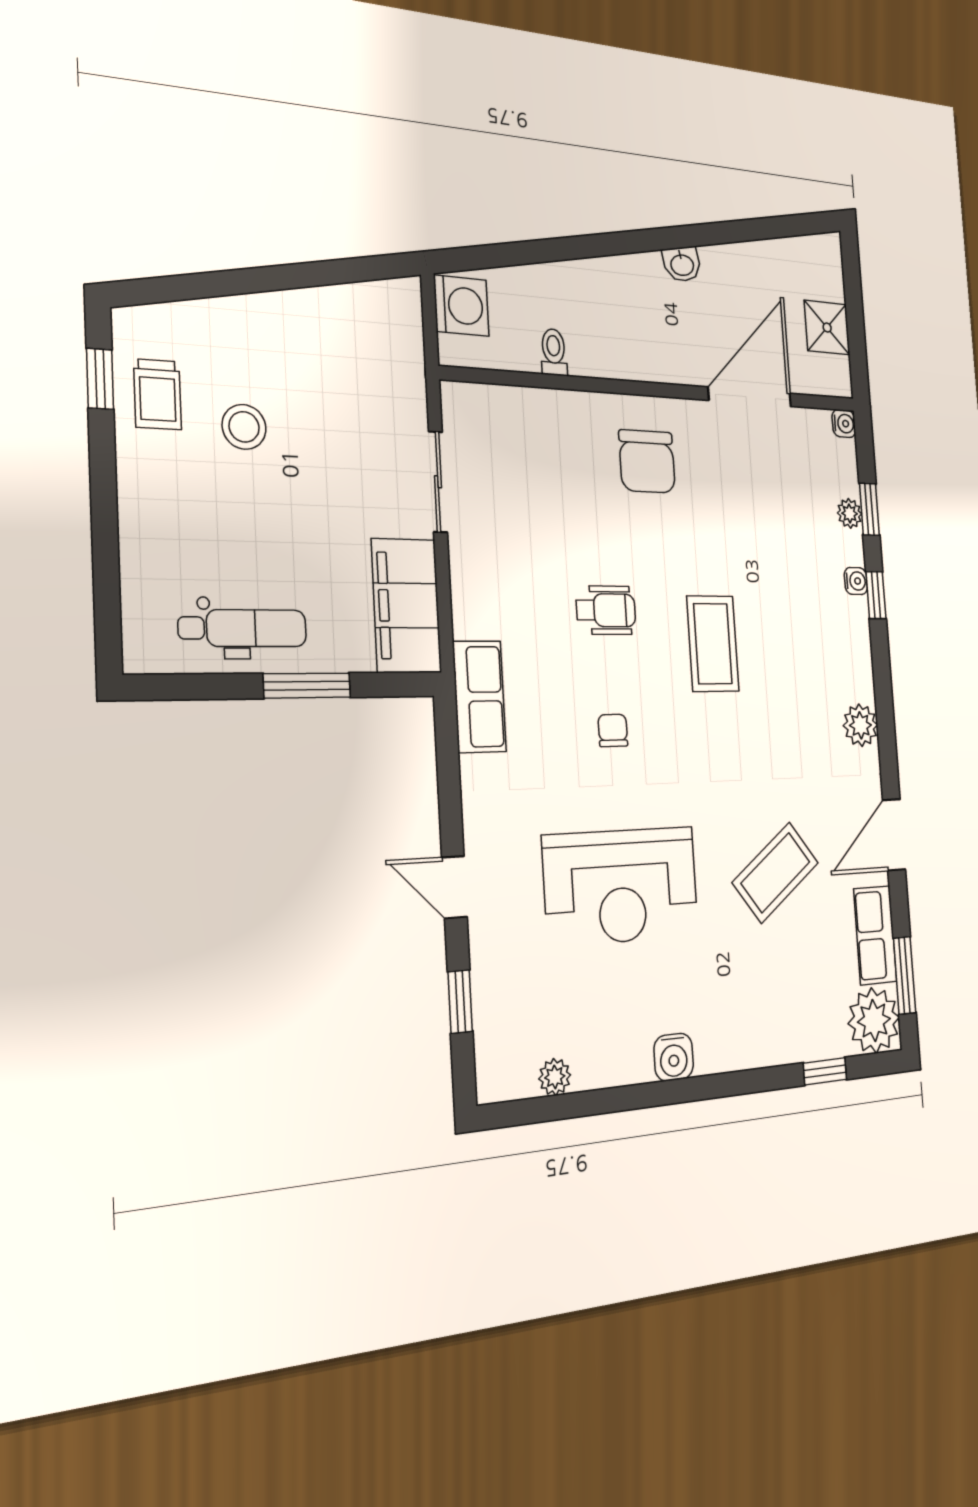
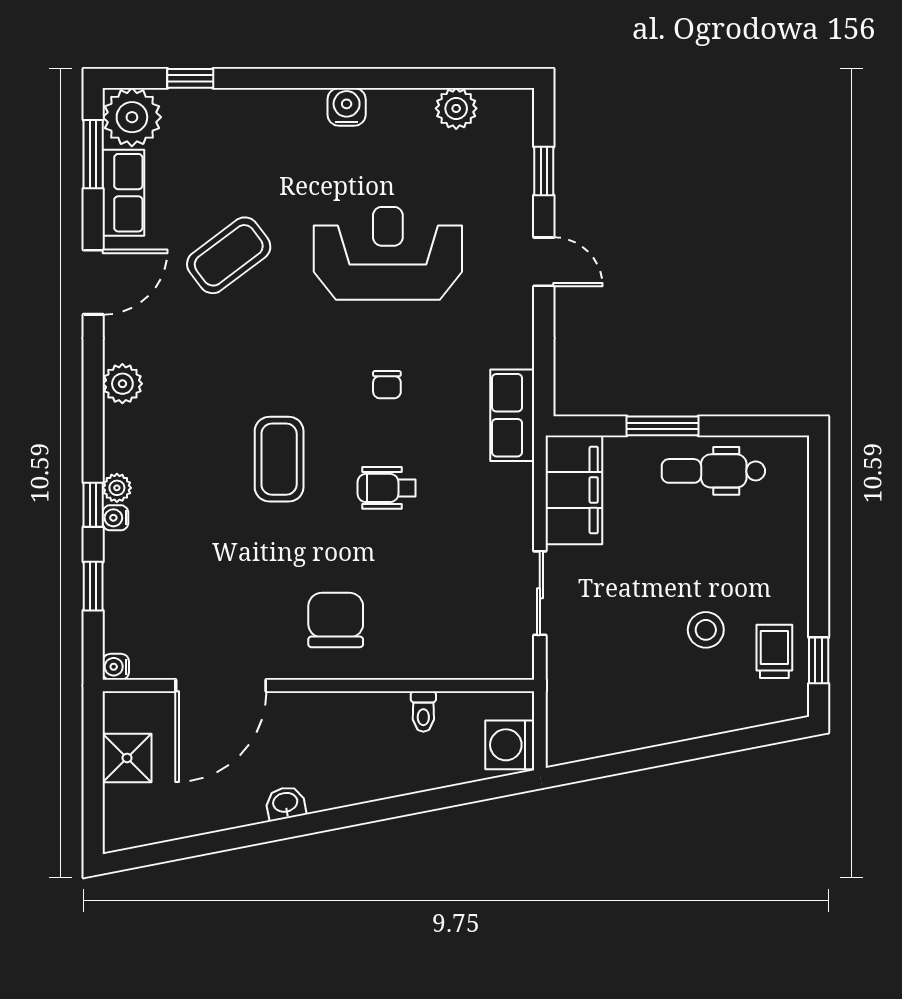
plant: (850, 513) -> (117, 488), moved
plant: (555, 1077) -> (456, 108), width x1.38, depth x1.38

